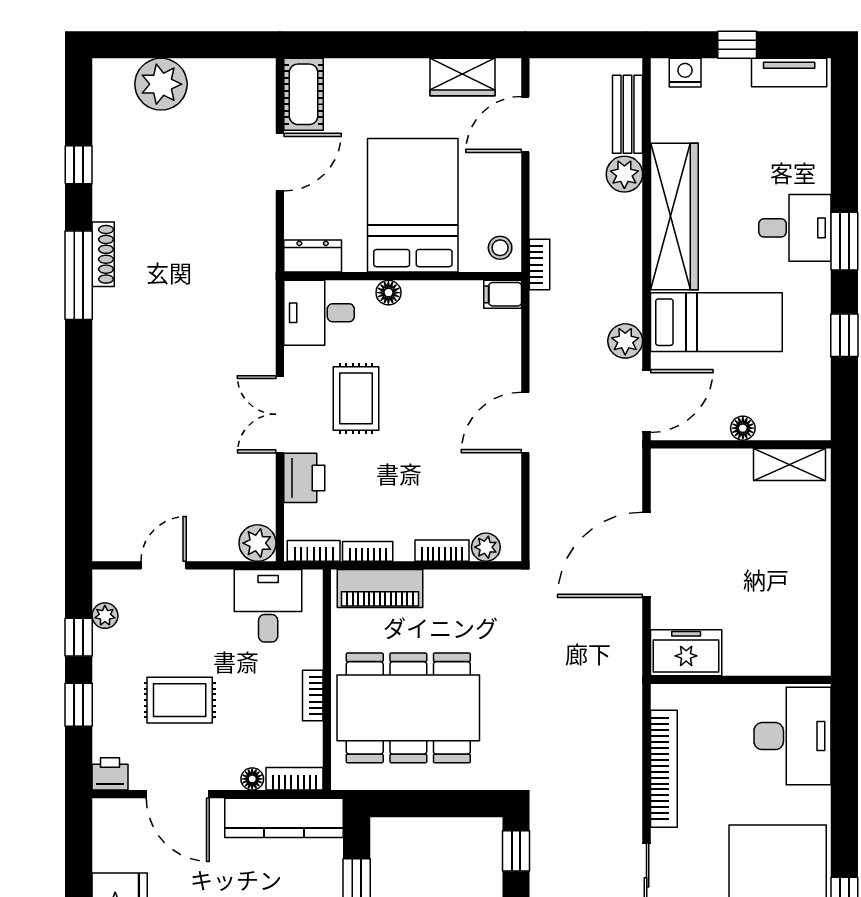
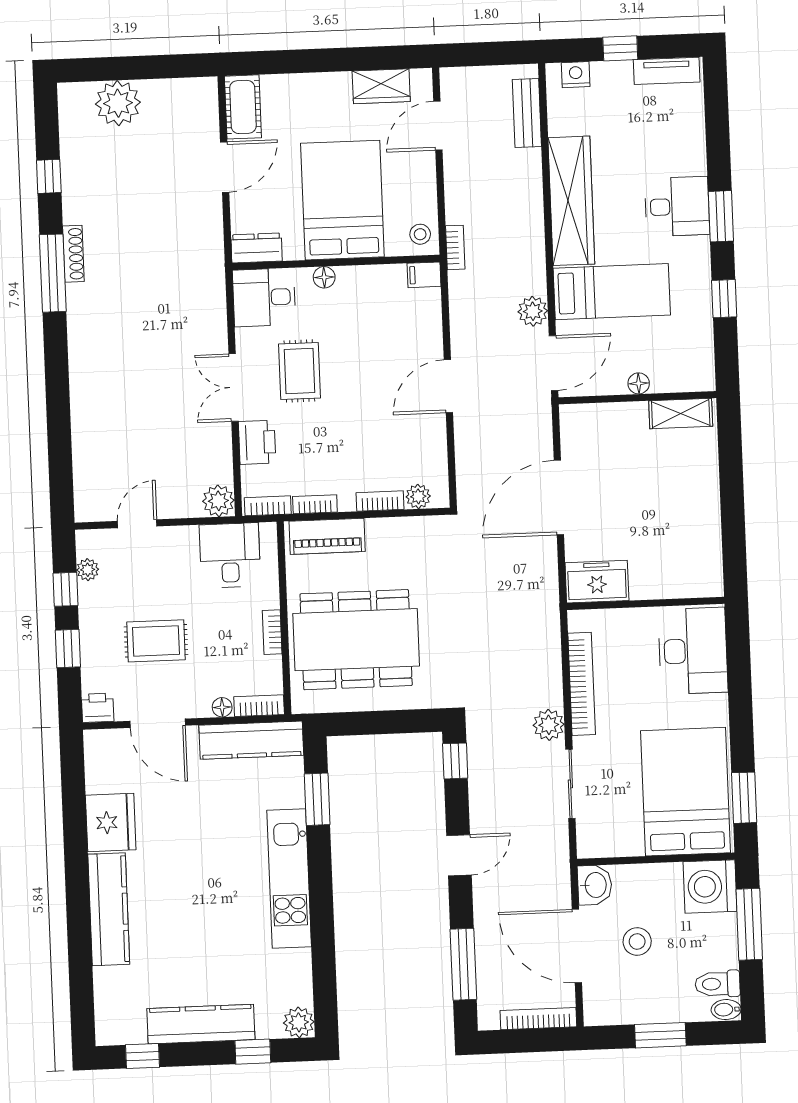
plant: (624, 174) -> (549, 725), moved

